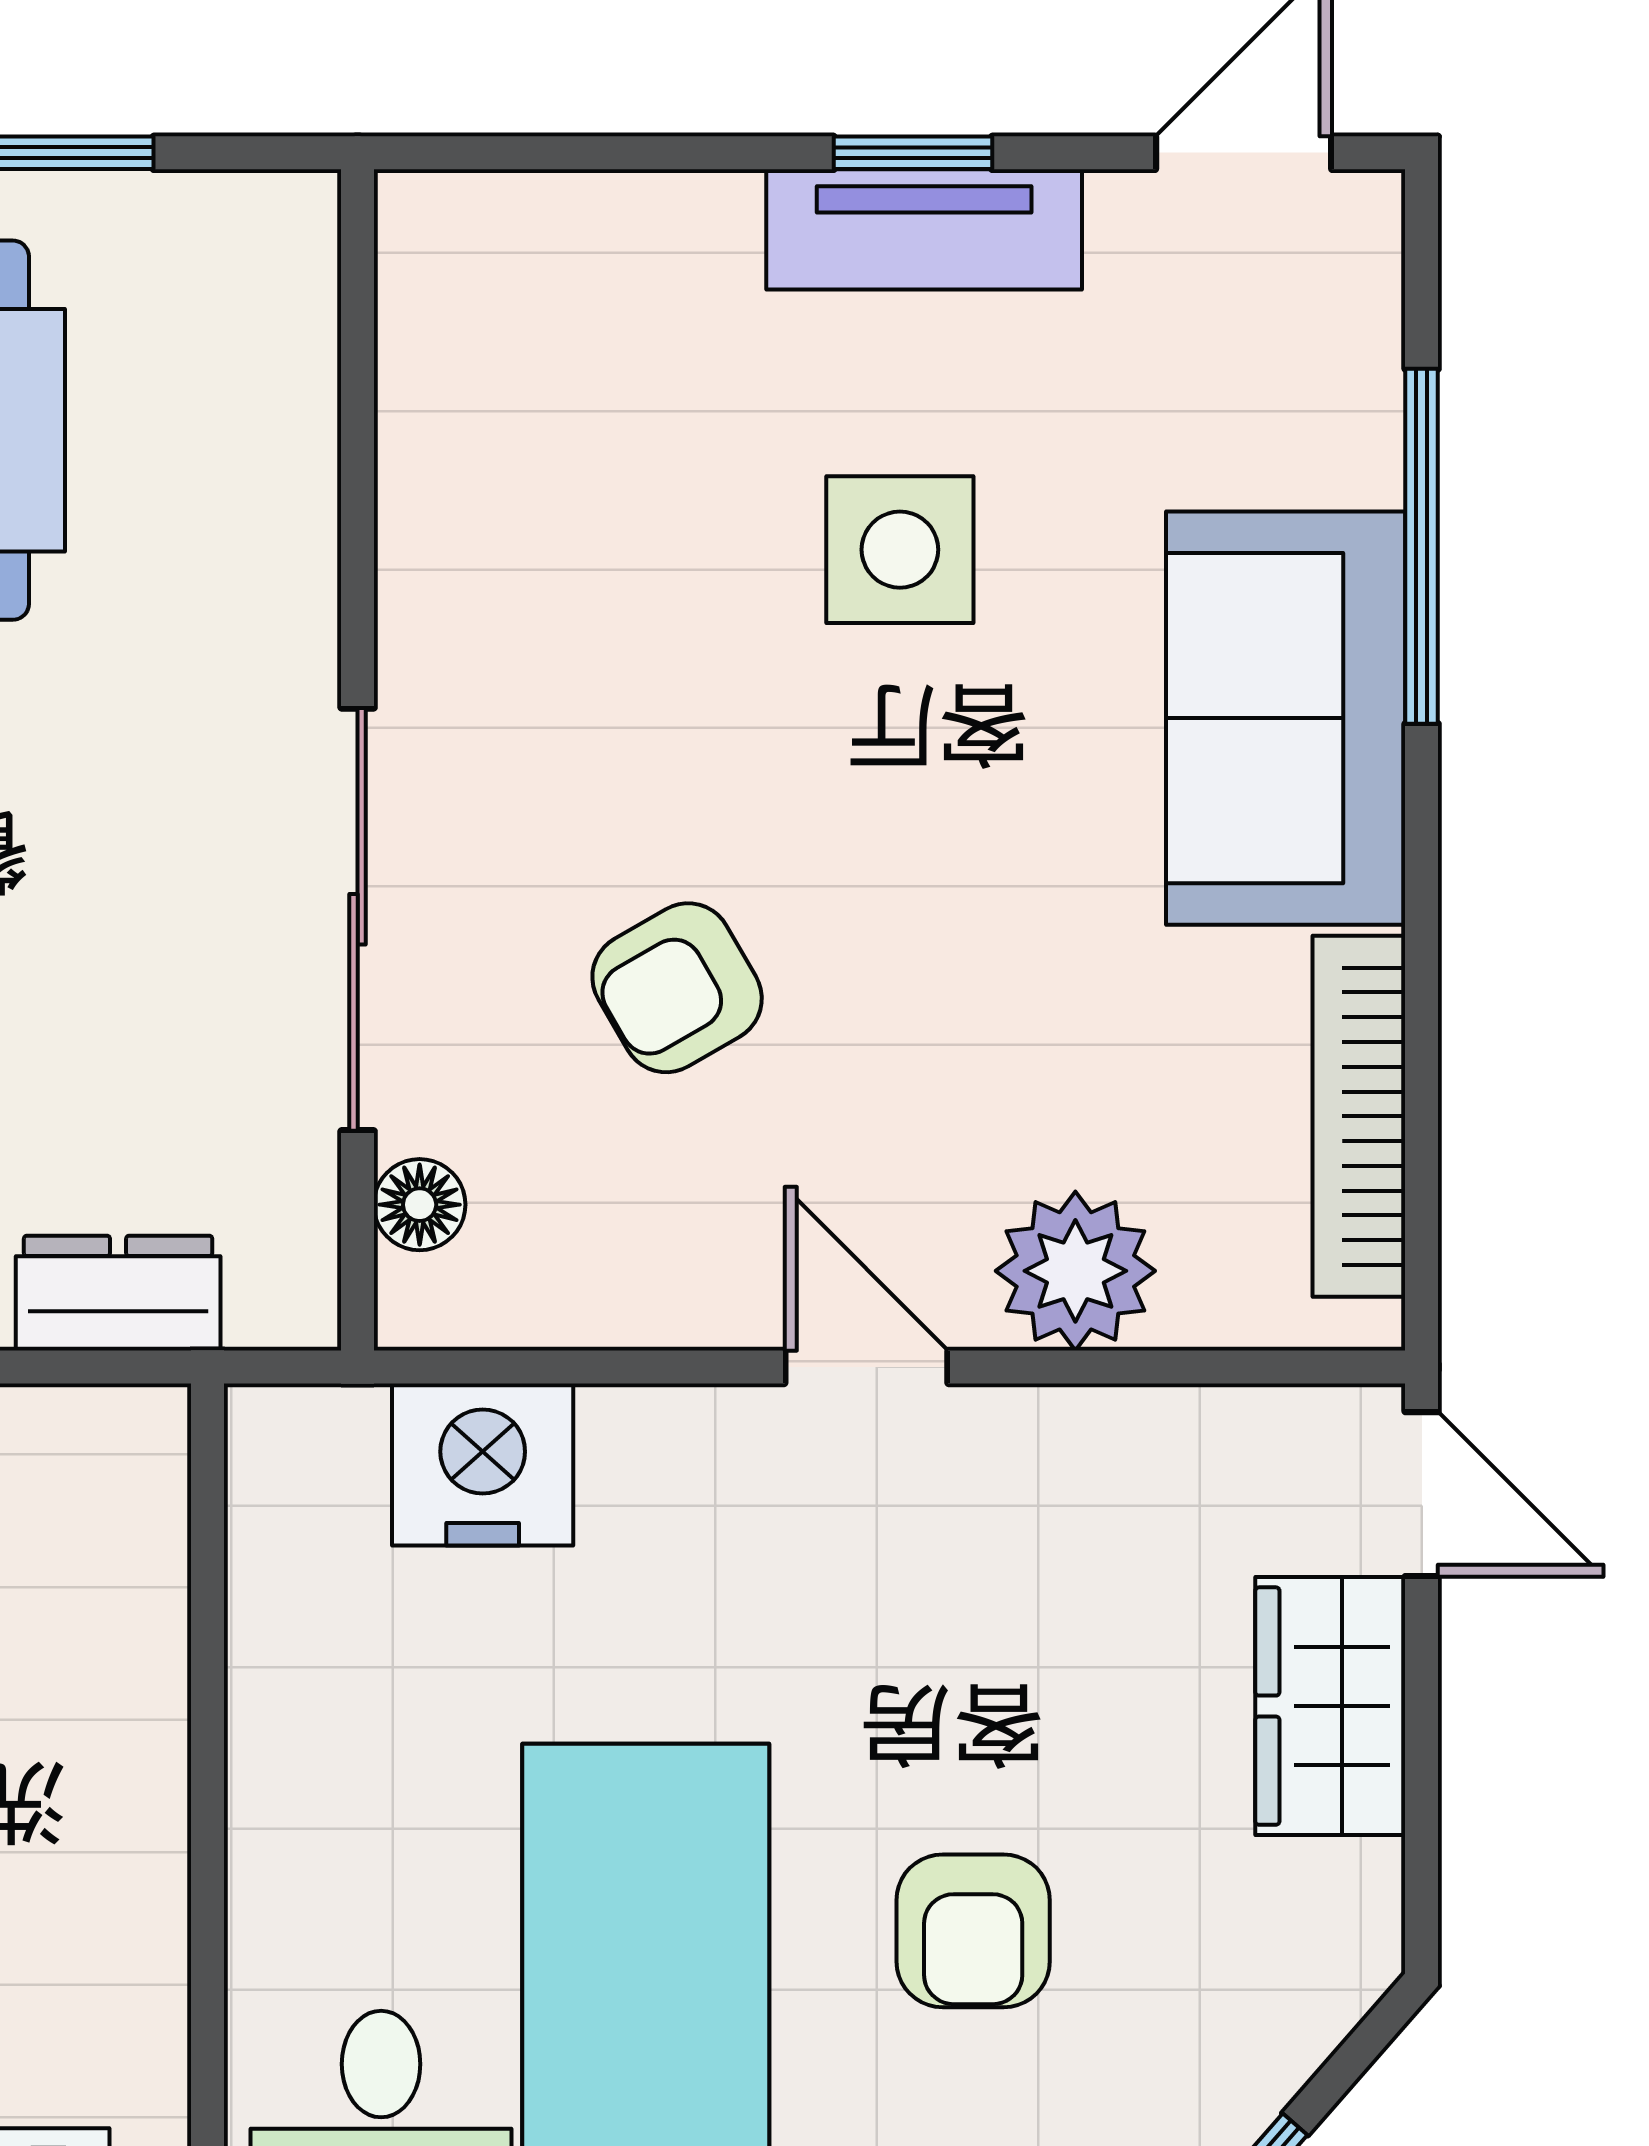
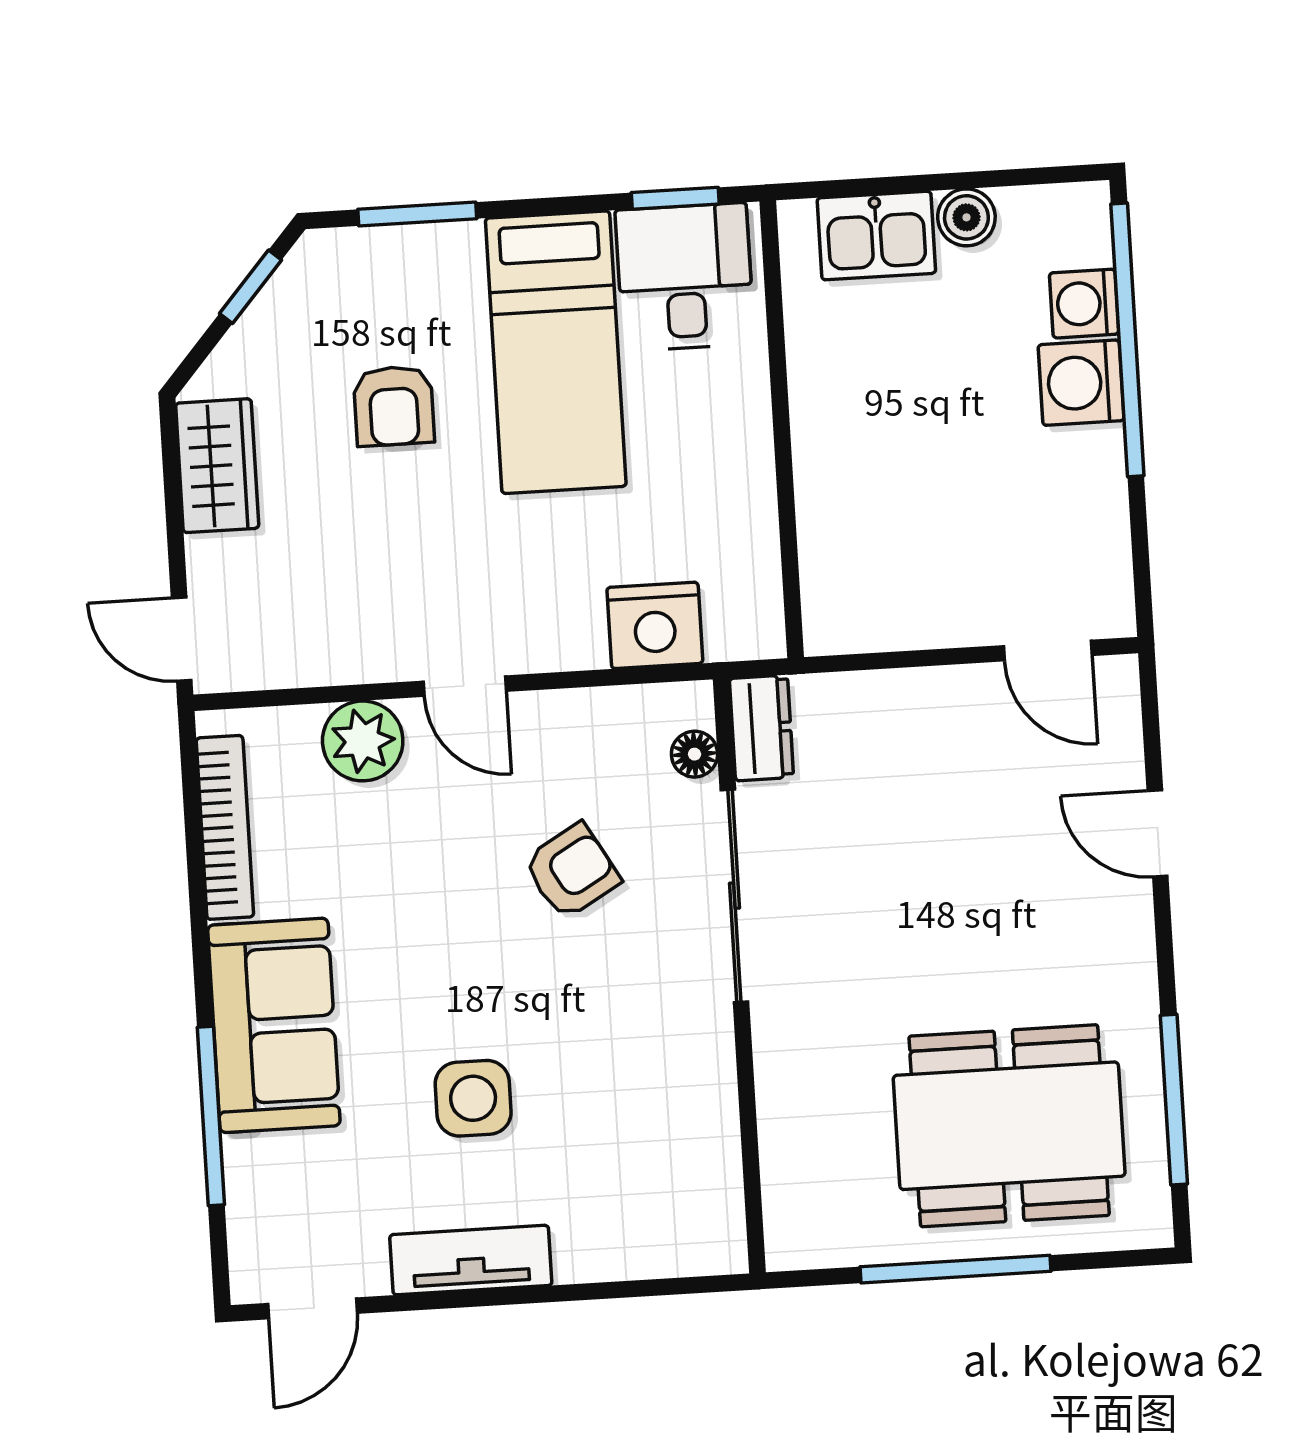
window: (913, 153) -> (479, 1298), removed
dresser: (118, 1293) -> (762, 728), moved, turned -90
wardrobe: (1330, 1706) -> (217, 466), moved
armchair: (973, 1931) -> (394, 406), turned 180

